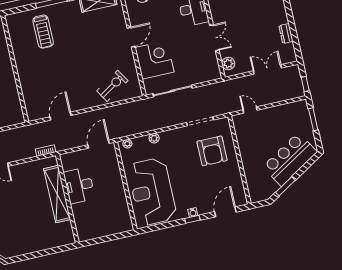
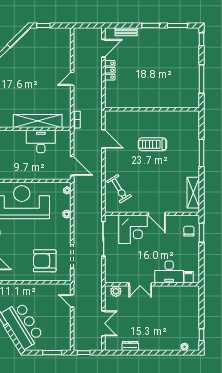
treadmill: (43, 32) -> (153, 144), moved
door: (250, 110) -> (72, 301), swing flipped

